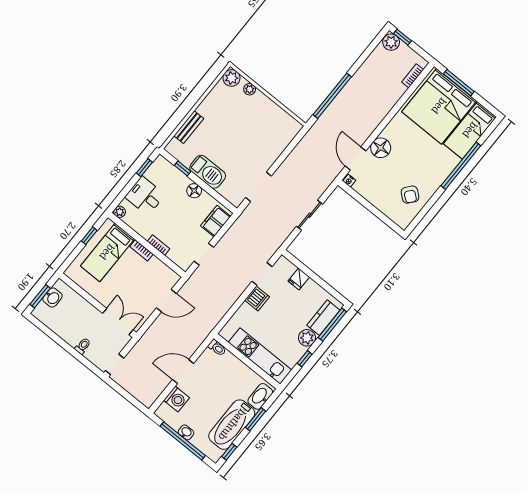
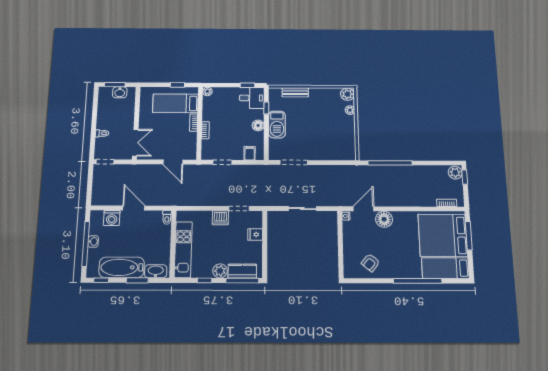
desk: (145, 196) -> (252, 98), moved, turned 90
filing cabinet: (216, 221) -> (250, 153), width x0.50

